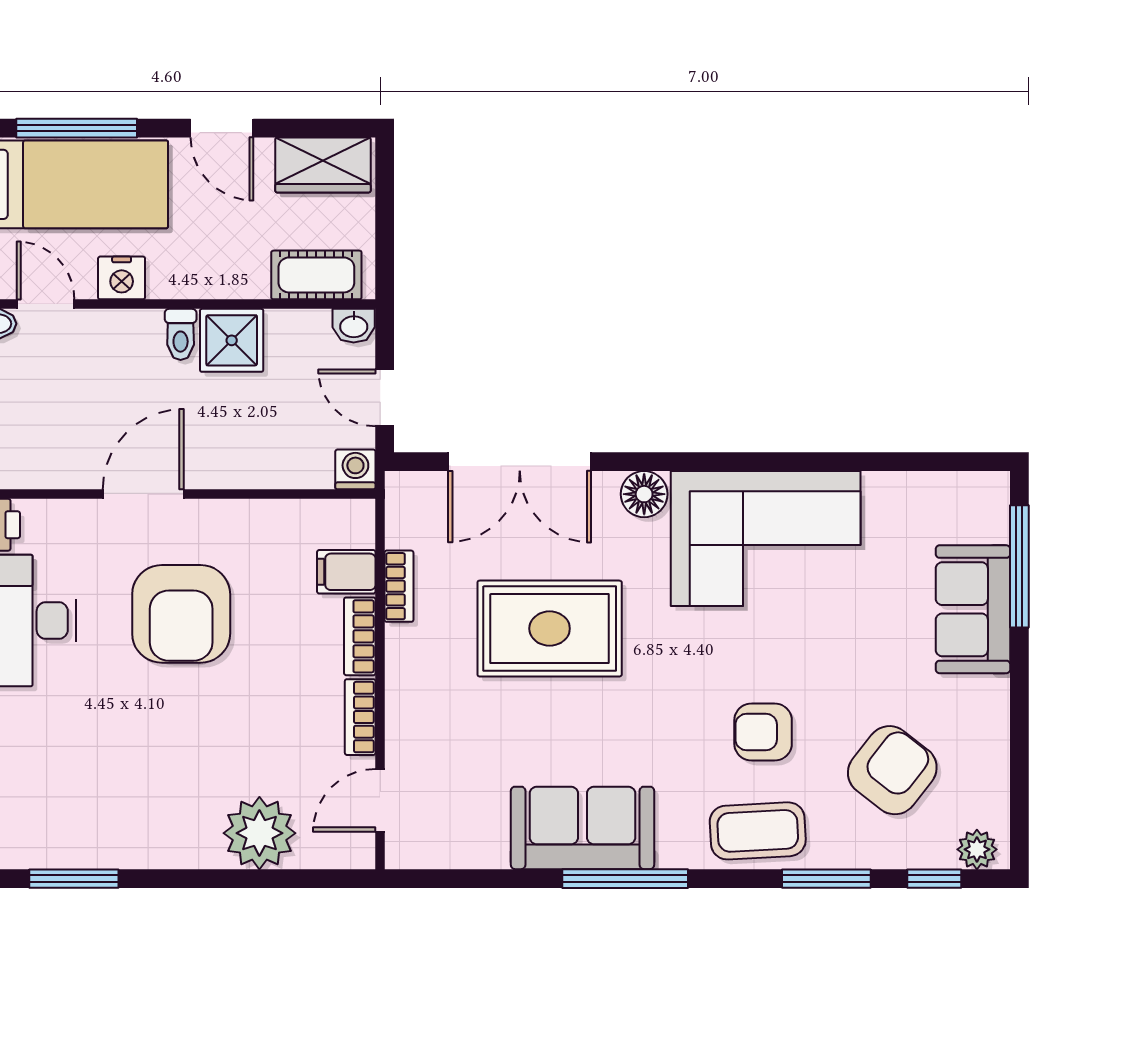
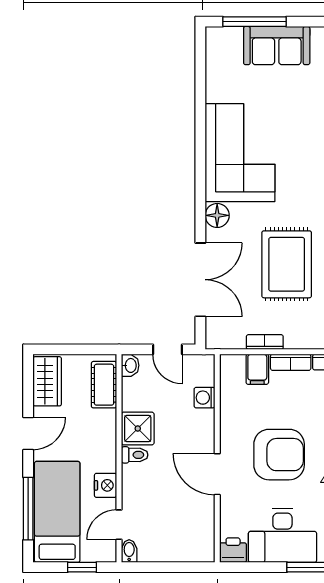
door: (385, 398) -> (168, 349), hinge flipped
washing machine: (355, 469) -> (204, 398), moved

